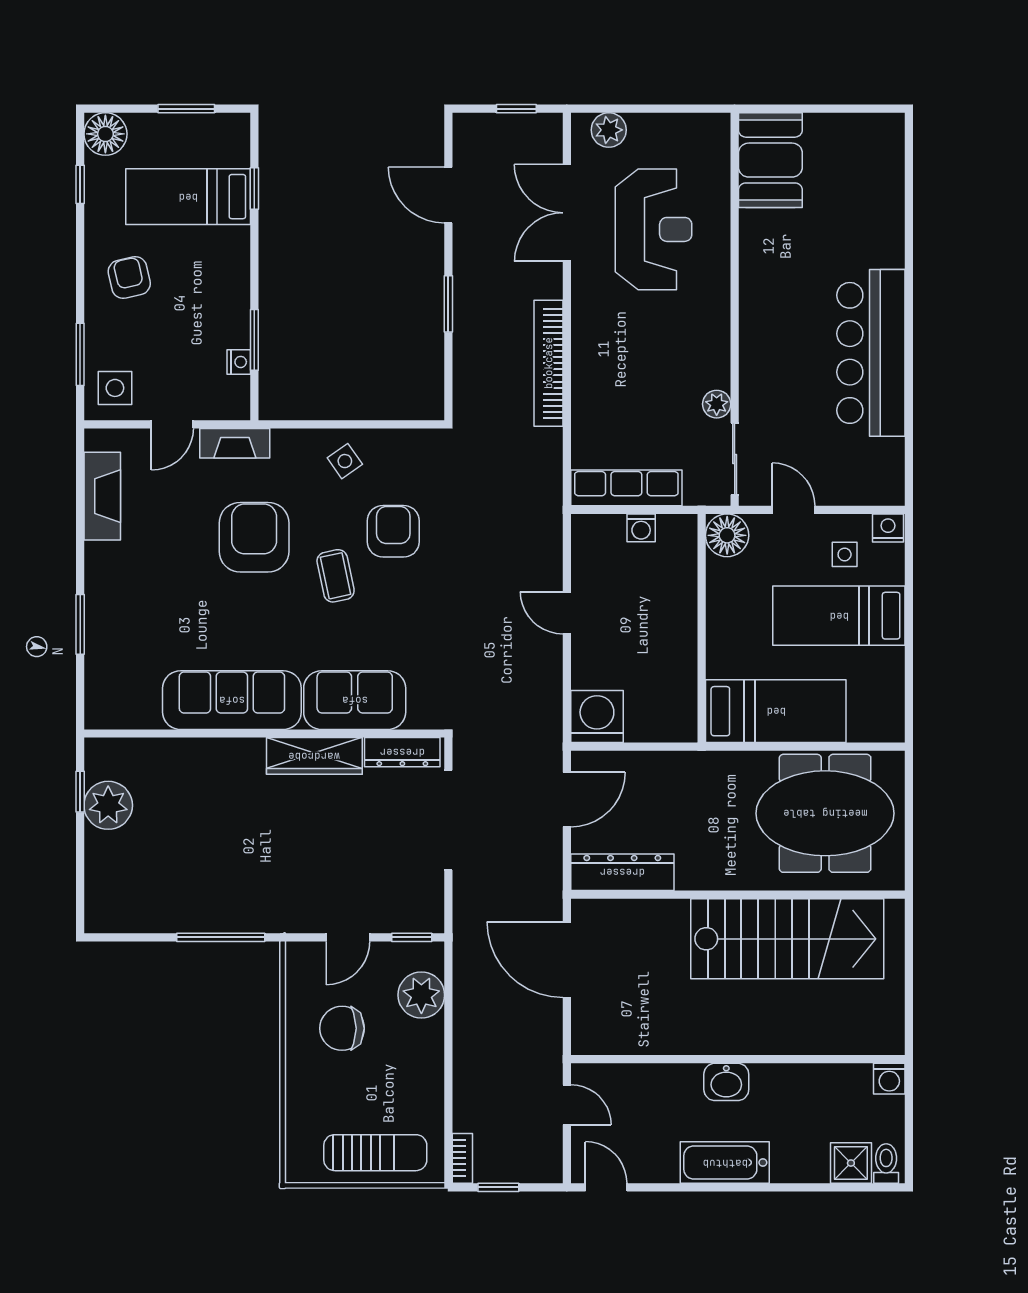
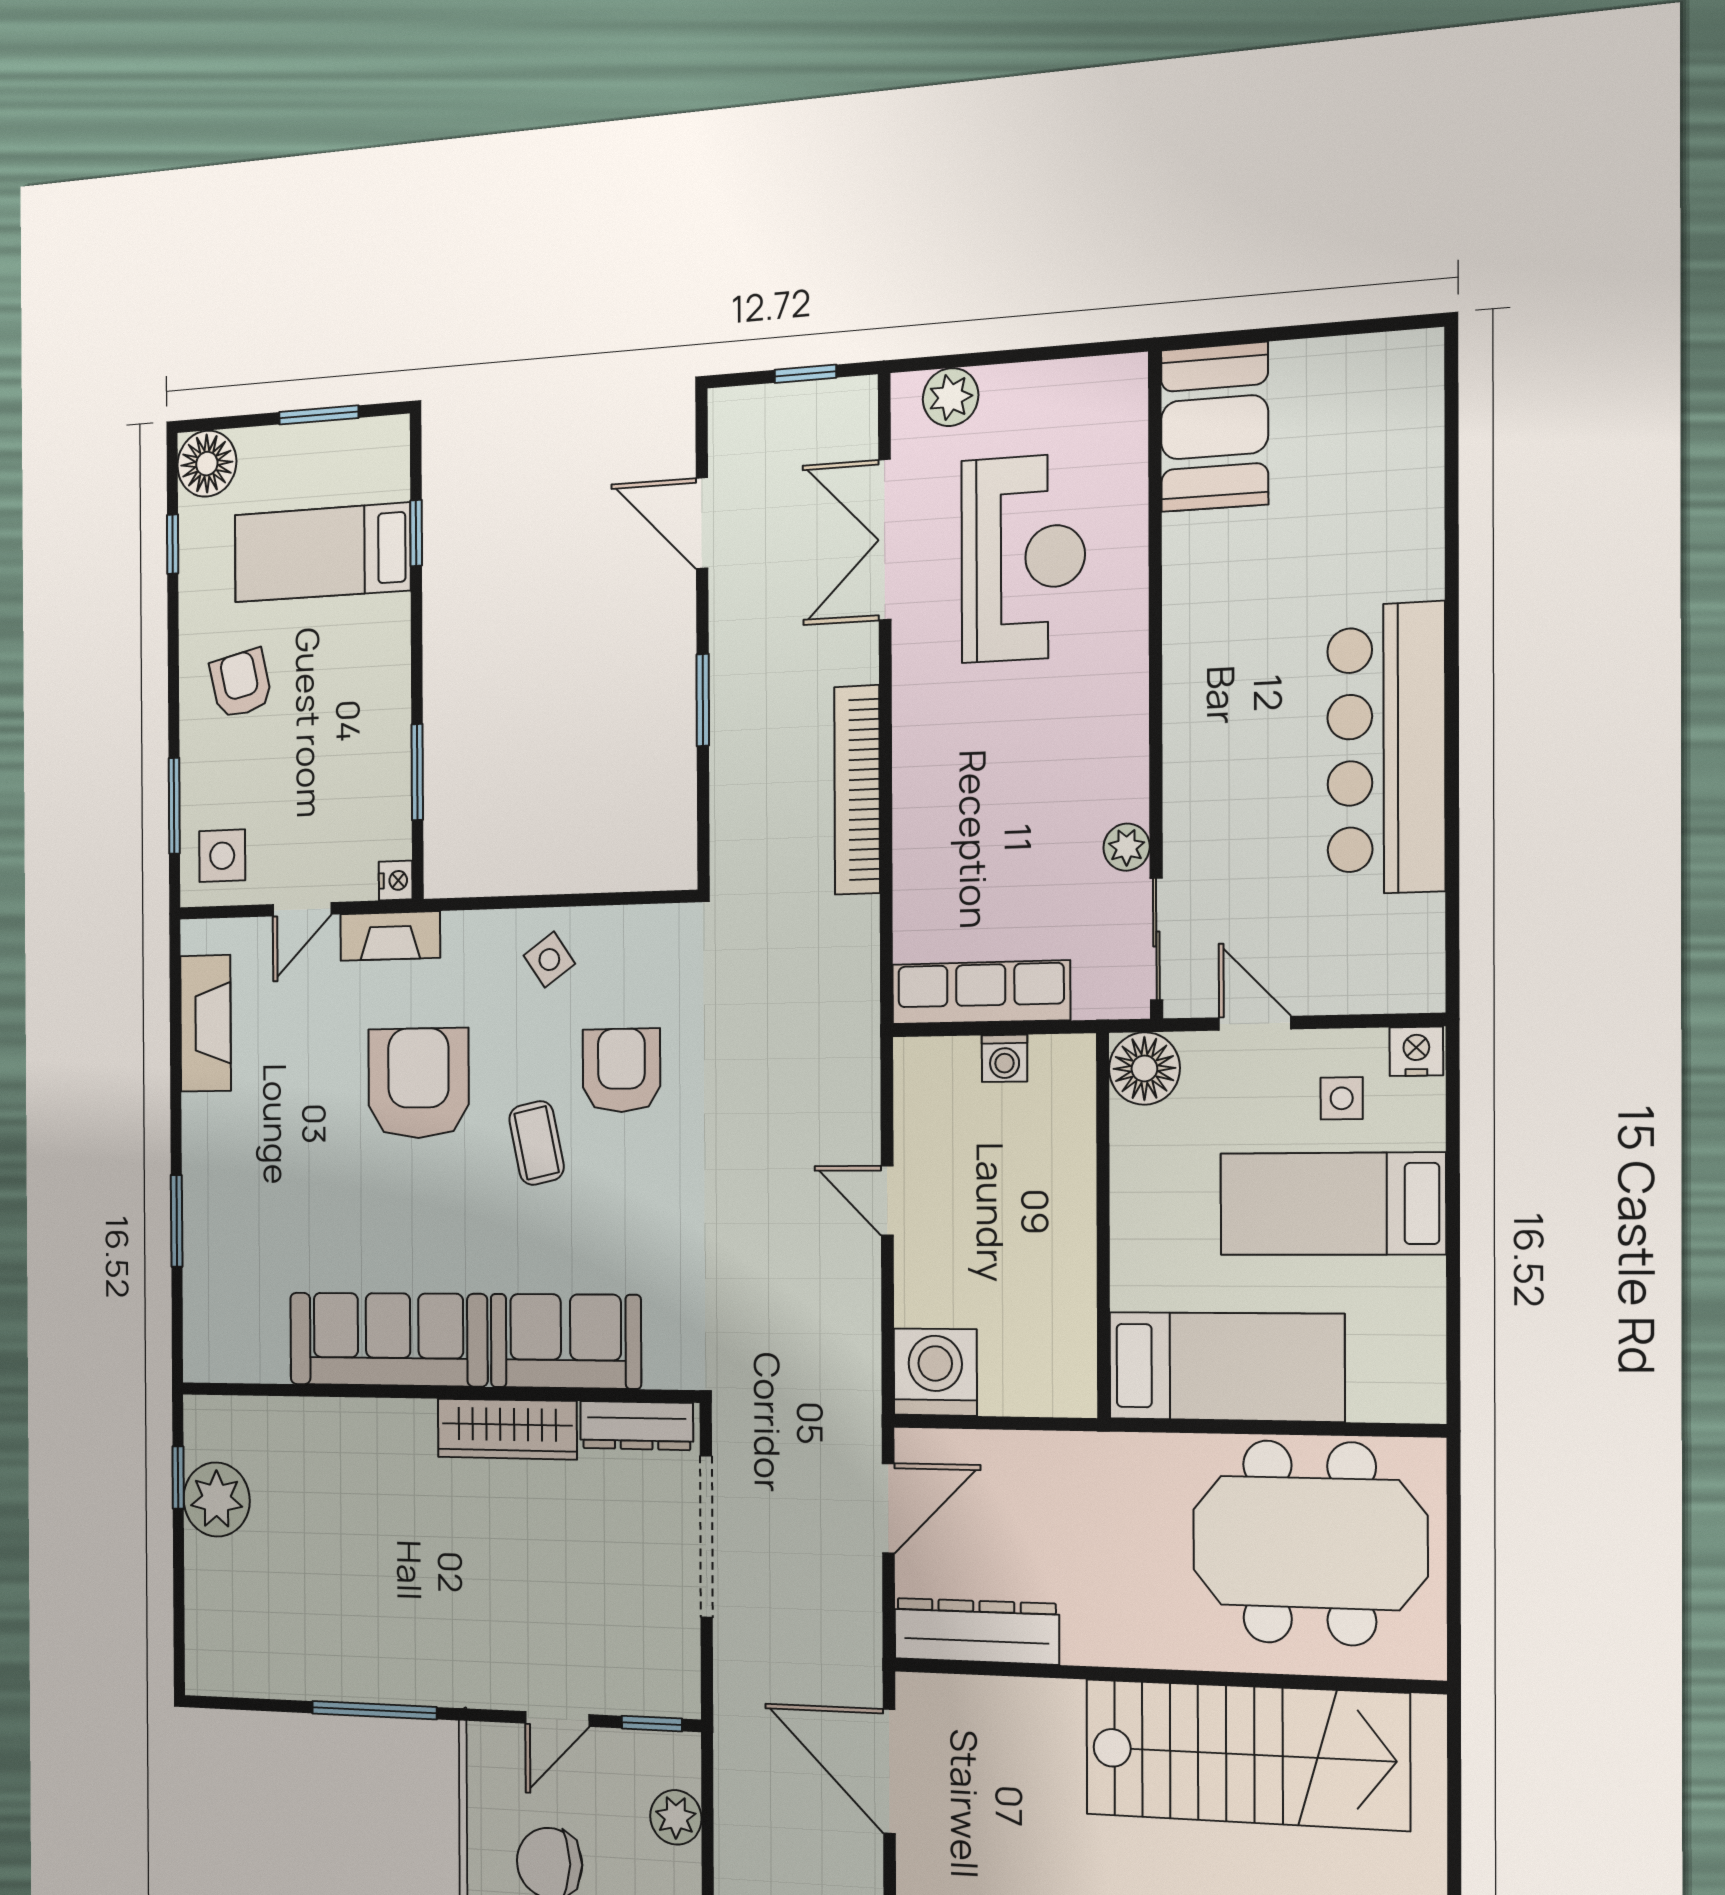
nightstand: (239, 362) -> (396, 880), moved
plant: (421, 995) -> (676, 1817), width x0.73, depth x0.73

